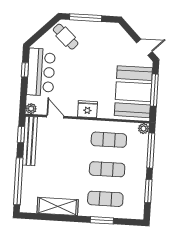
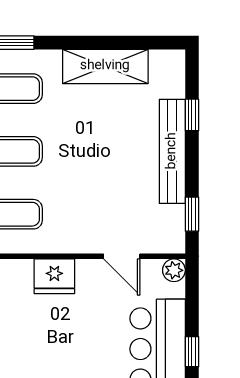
bench: (30, 141) -> (172, 151), moved
window: (18, 181) -> (192, 115), width x0.32

